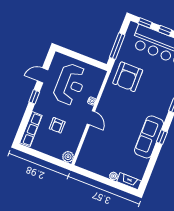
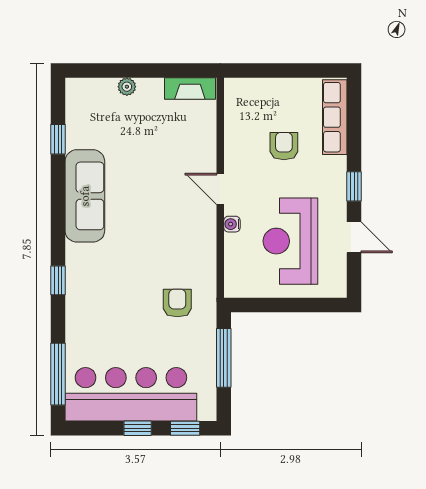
door: (43, 75) -> (354, 237), hinge flipped
armchair: (128, 77) -> (177, 303), width x0.53, depth x0.53
window: (162, 137) -> (58, 139), moved
plant: (68, 157) -> (236, 90), removed
fireplace: (129, 181) -> (190, 89), moved

